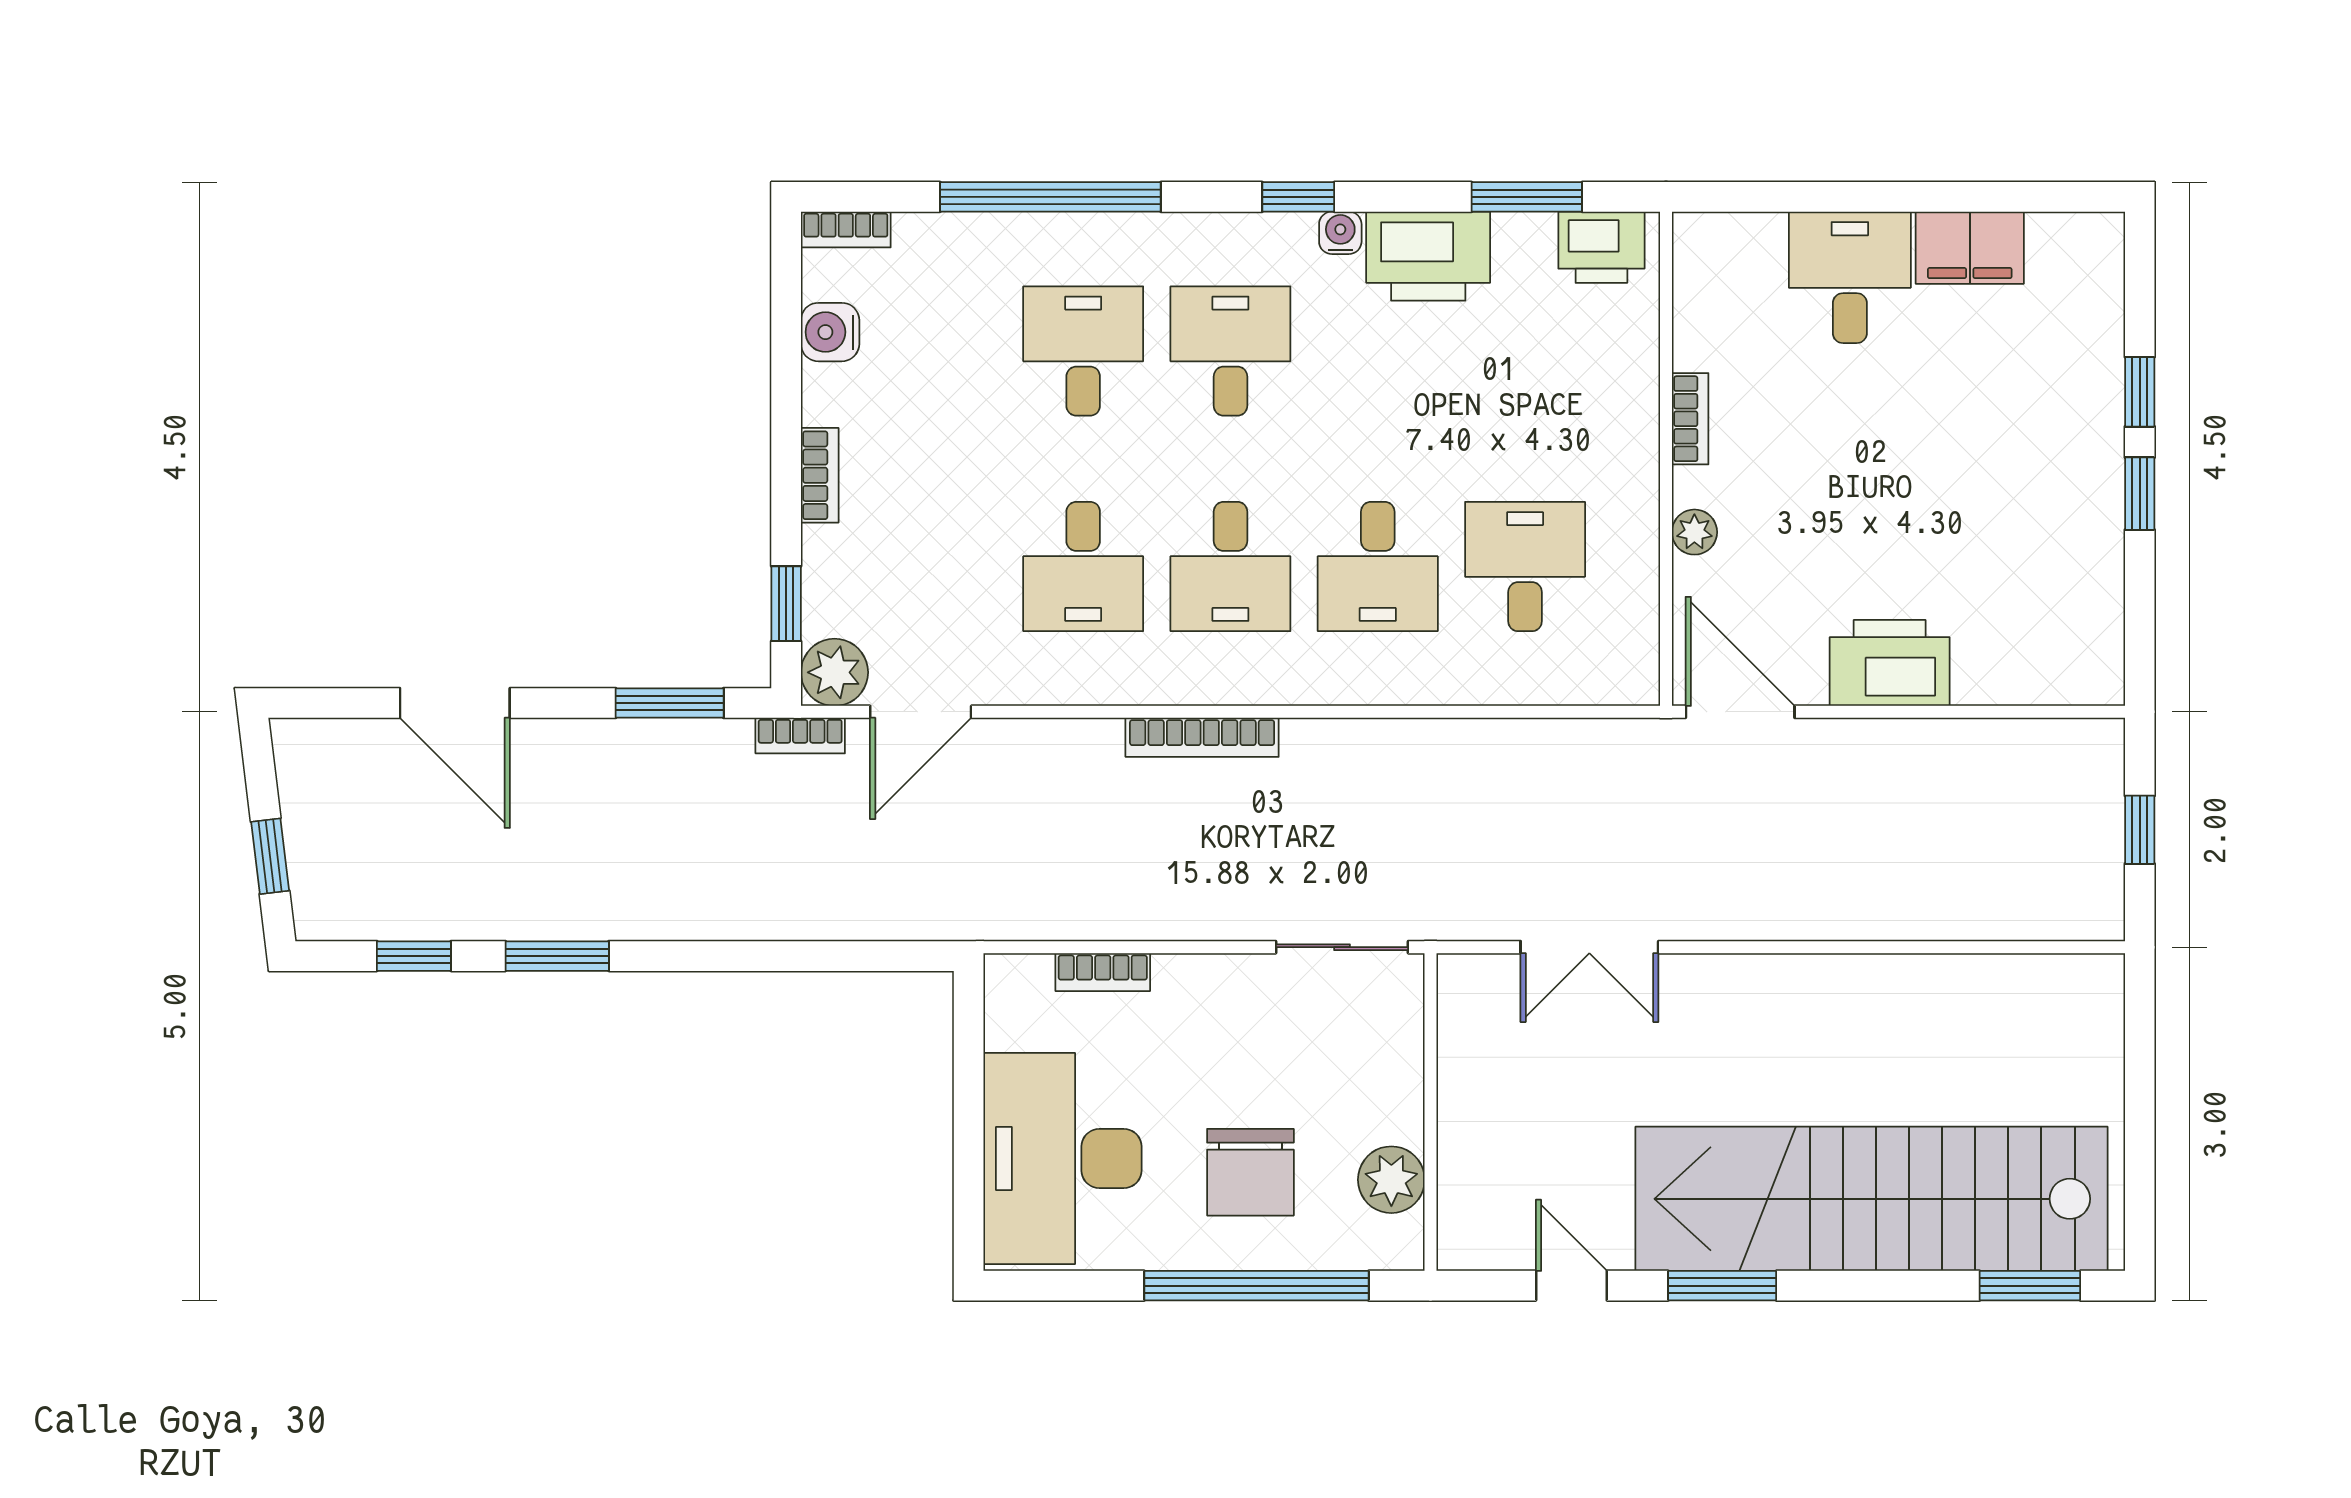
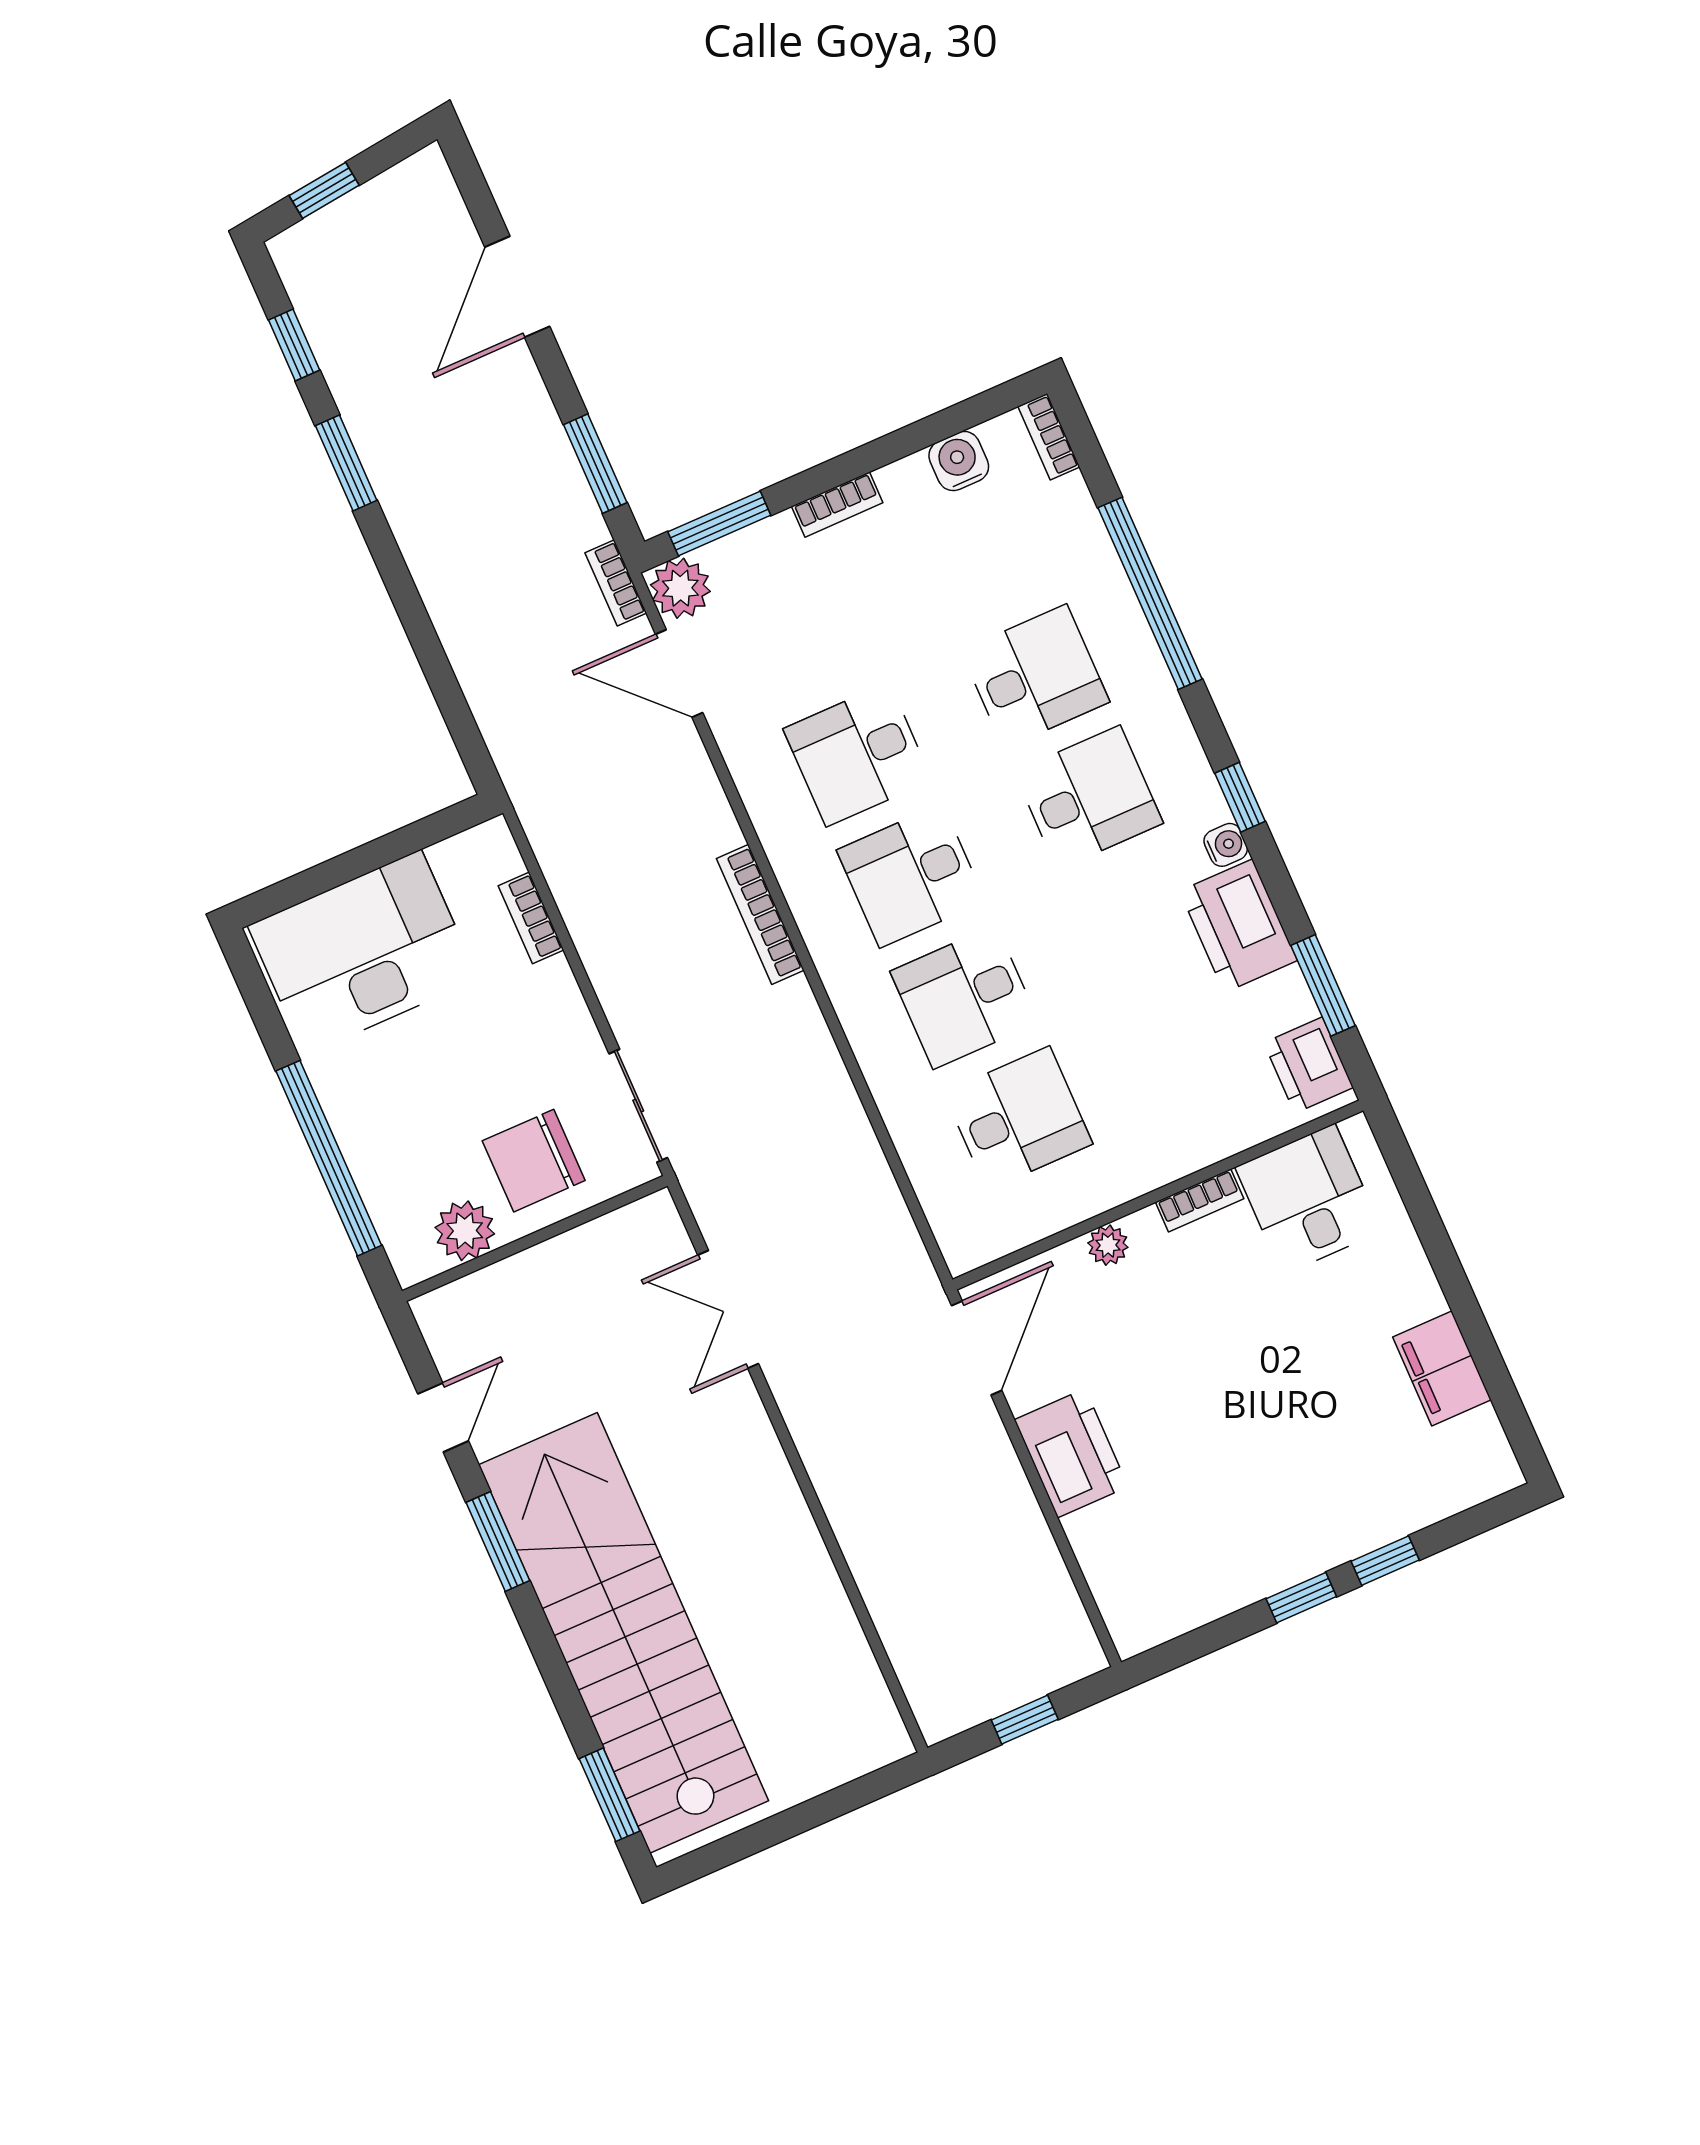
desk: (1850, 277) -> (1309, 1199), moved, turned -90
window: (786, 604) -> (719, 523), width x1.50
chair: (1250, 1172) -> (534, 1161), moved

